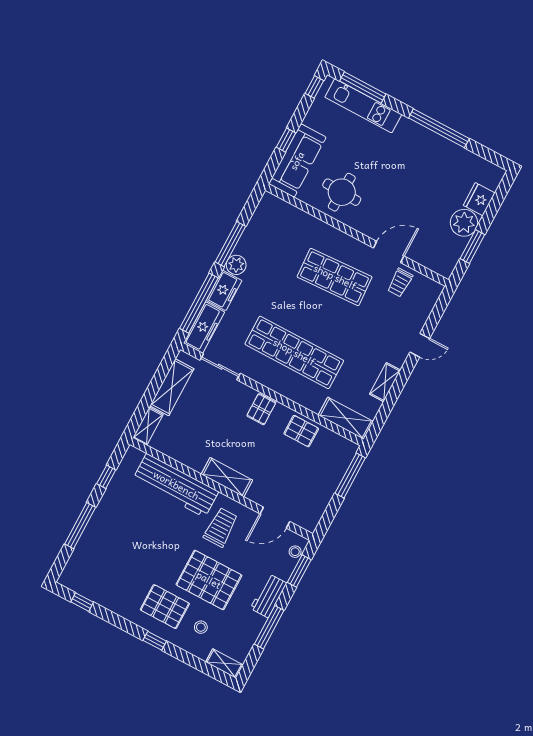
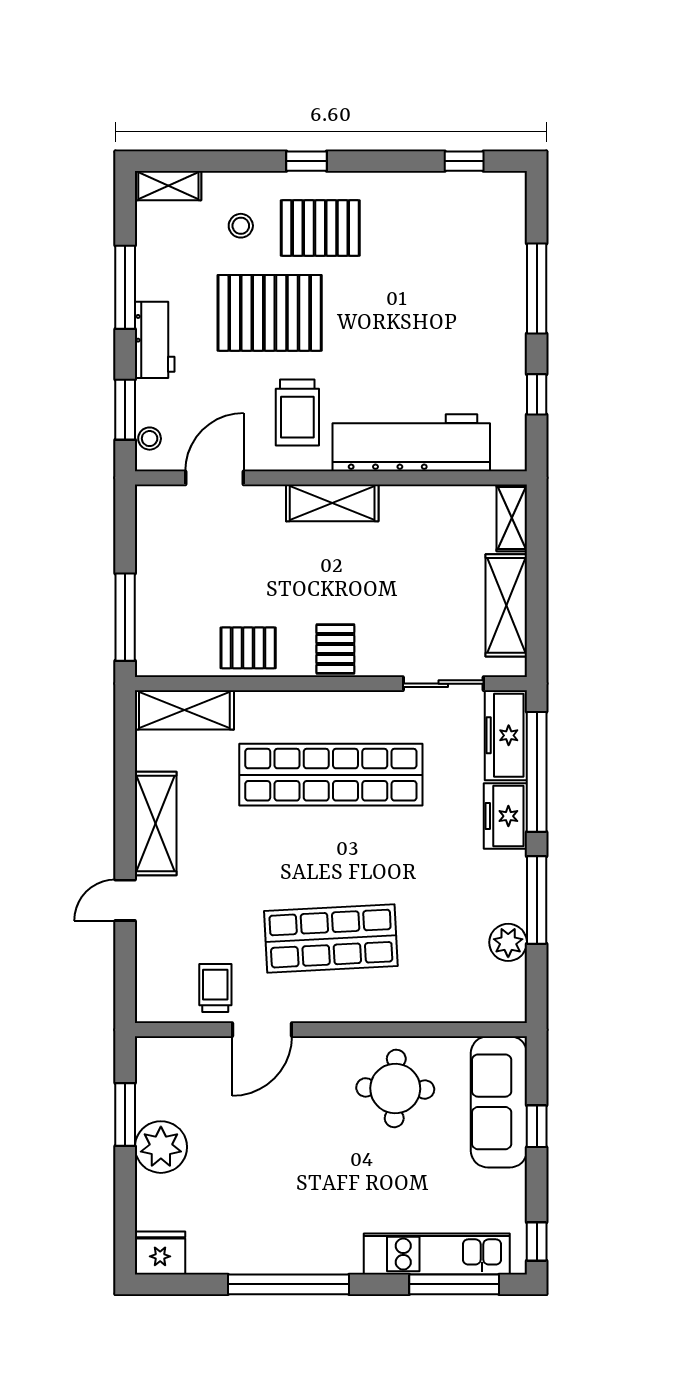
fridge: (479, 199) -> (160, 1253), moved, turned -90
plant: (236, 265) -> (508, 942), moved
shelving: (385, 382) -> (156, 824), width x1.50, depth x1.33

